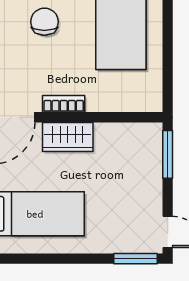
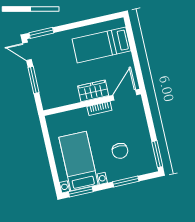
window: (168, 154) -> (33, 80), moved

